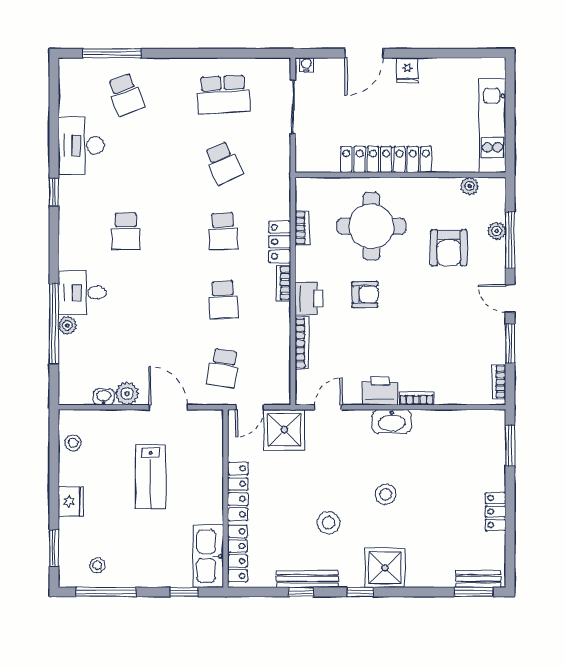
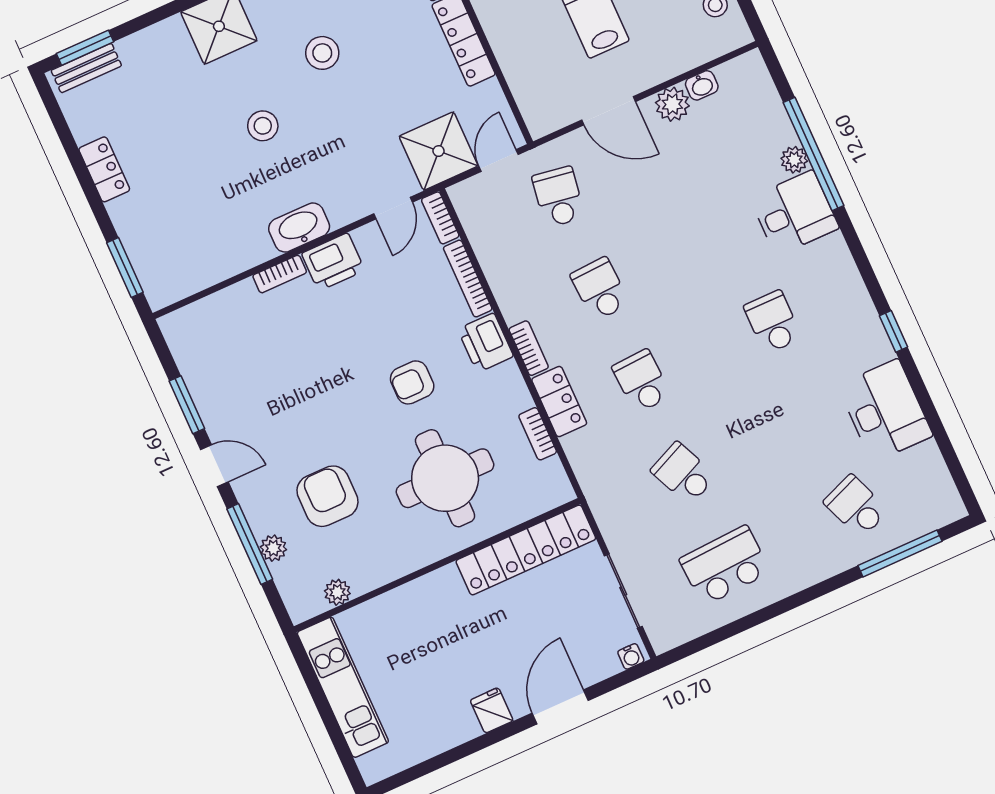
locker: (386, 160) -> (526, 550), moved
bookcase: (499, 382) -> (440, 218), moved, turned 180

